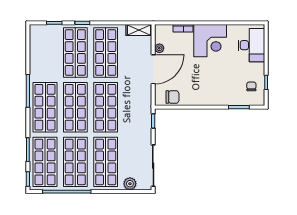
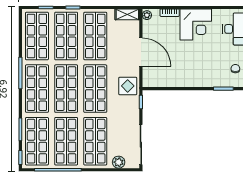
plant: (159, 48) -> (147, 15), moved
shop shelf: (45, 52) -> (37, 36), added
door: (153, 69) -> (141, 52), hinge flipped
chair: (172, 97) -> (159, 79), removed
display table: (139, 104) -> (128, 86), added

